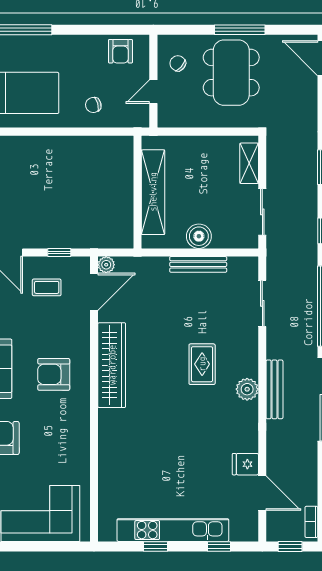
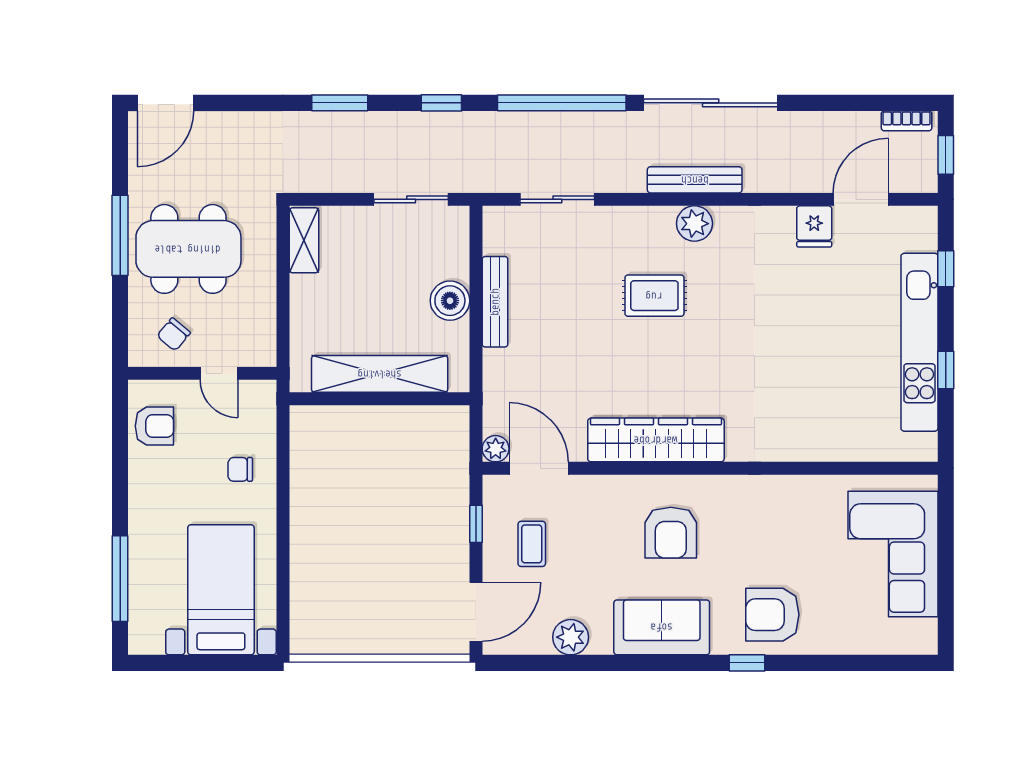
chair: (93, 105) -> (240, 469), turned 105
shelving: (249, 163) -> (304, 240), moved, turned 90

